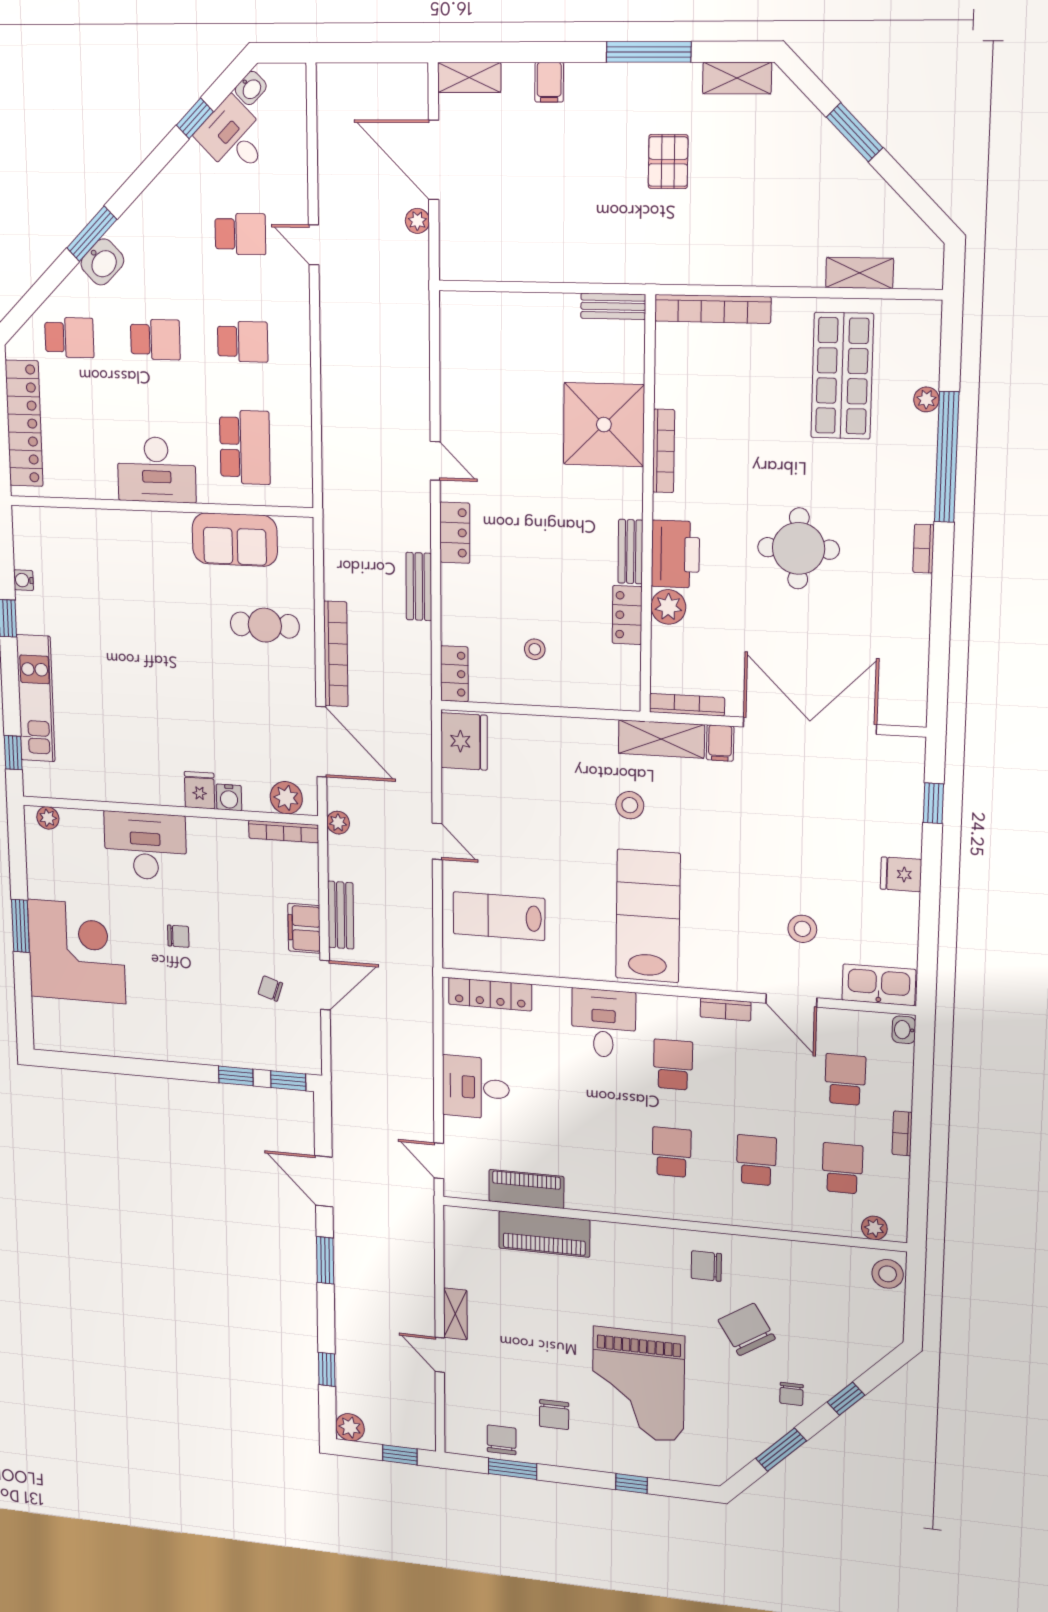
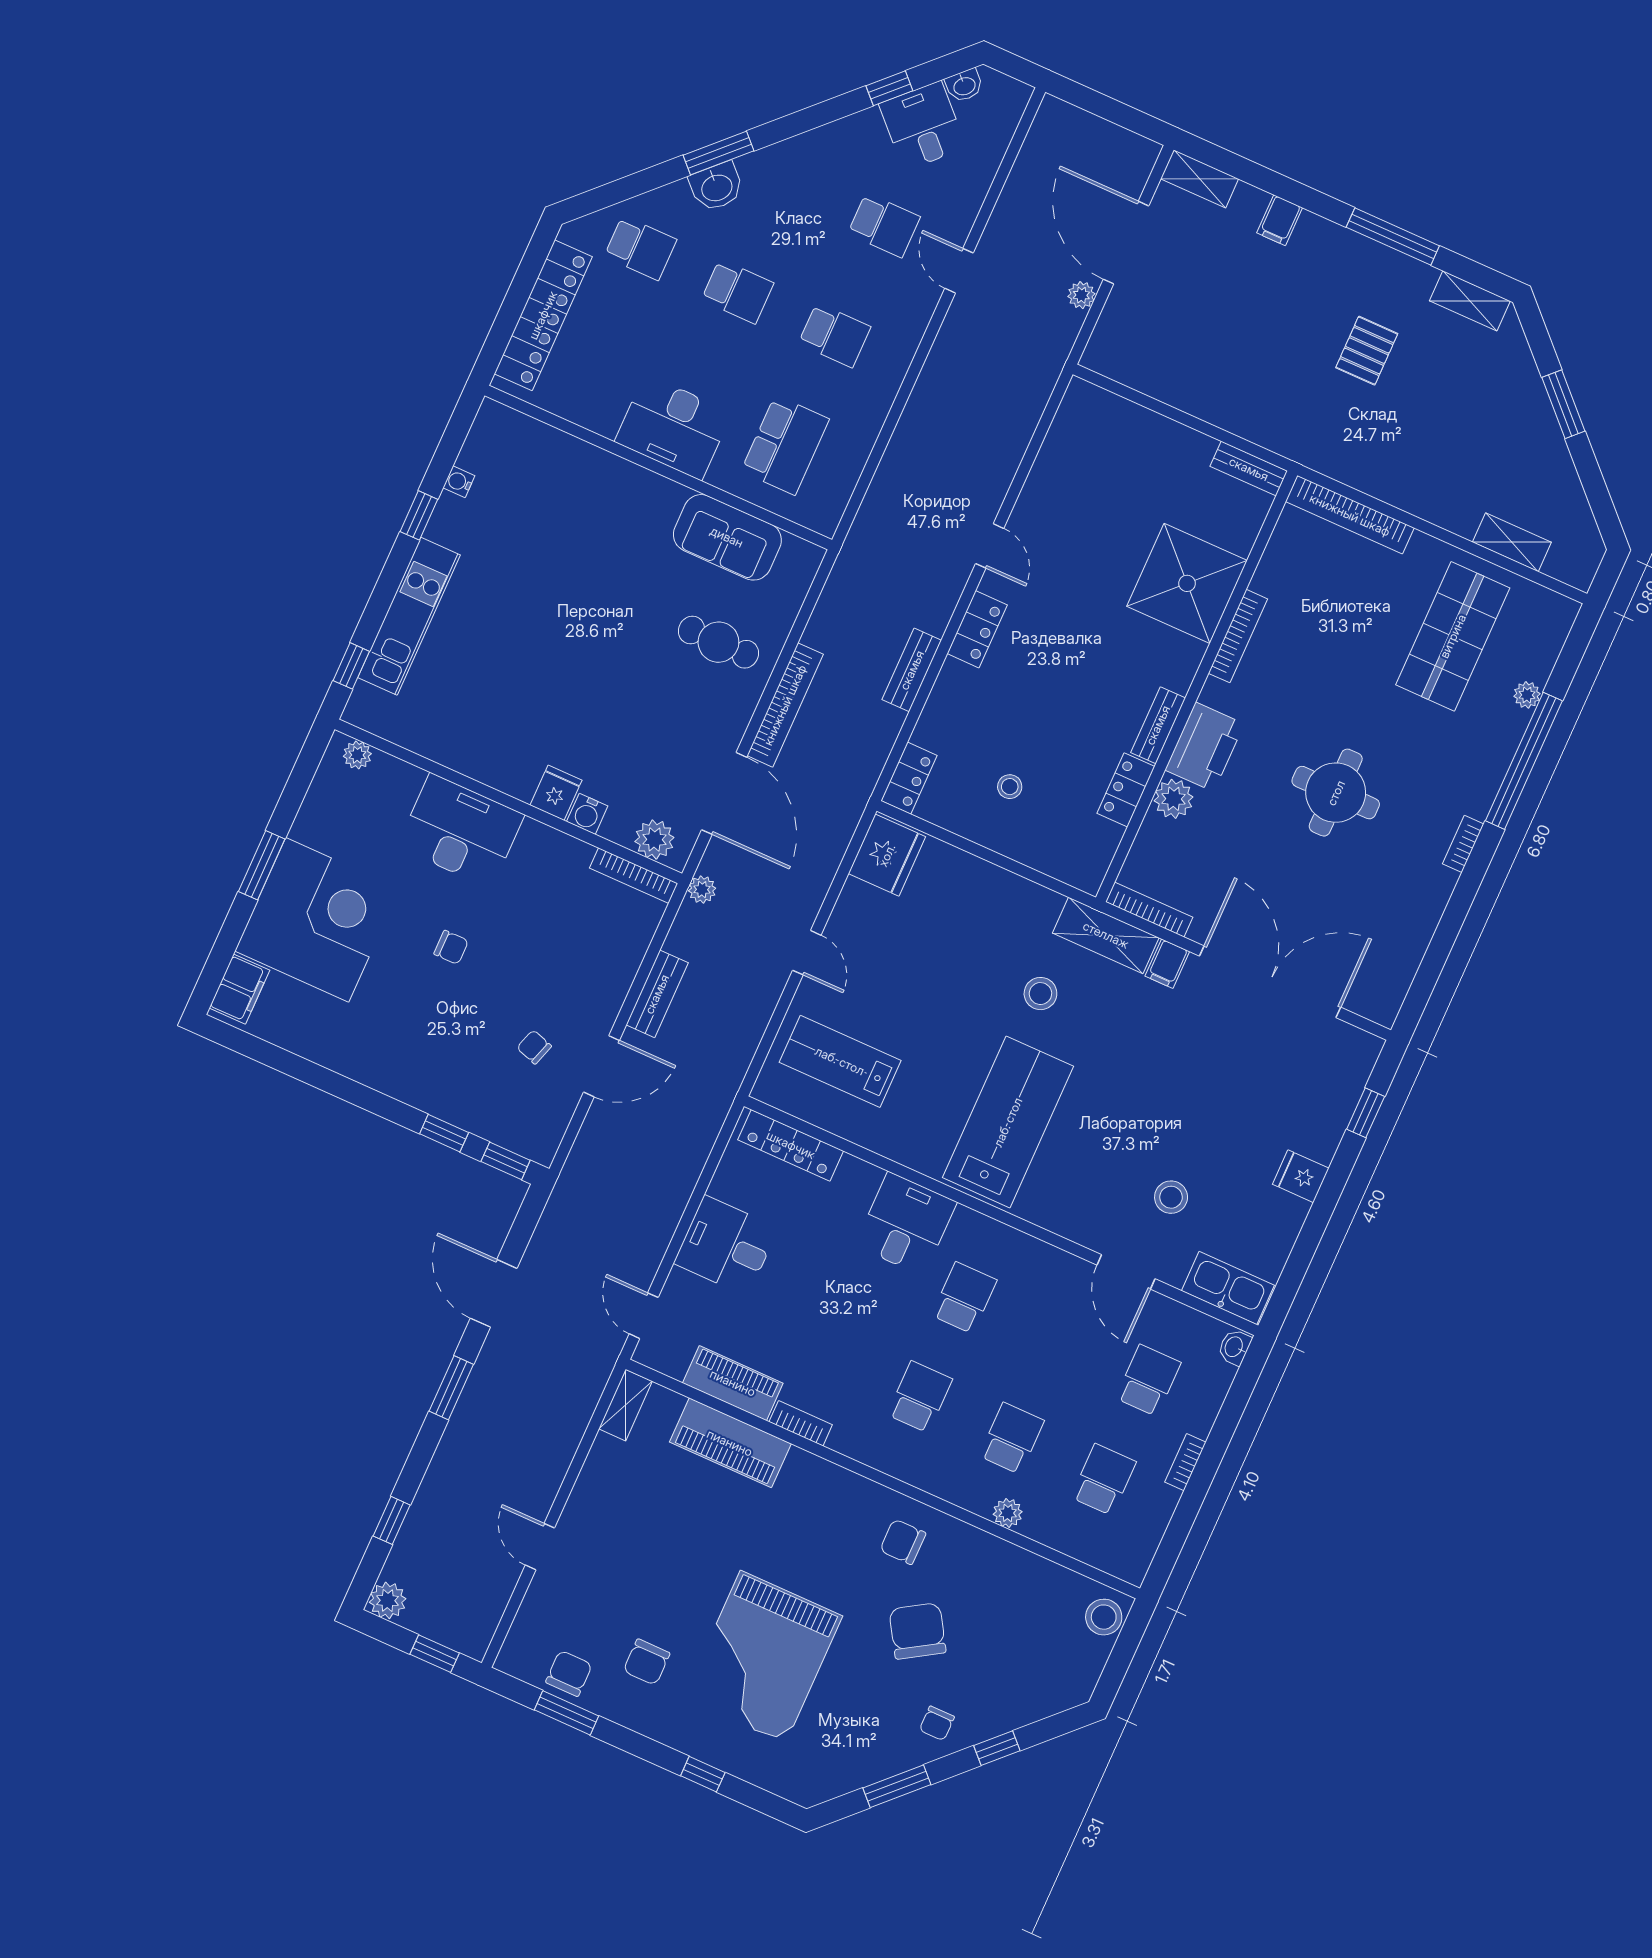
filing cabinet: (304, 928) -> (239, 989), moved, turned 180
bookcase: (726, 1009) -> (801, 1423), moved, turned 180
plant: (874, 1228) -> (1008, 1513), moved
shelving: (455, 1314) -> (626, 1405), moved

